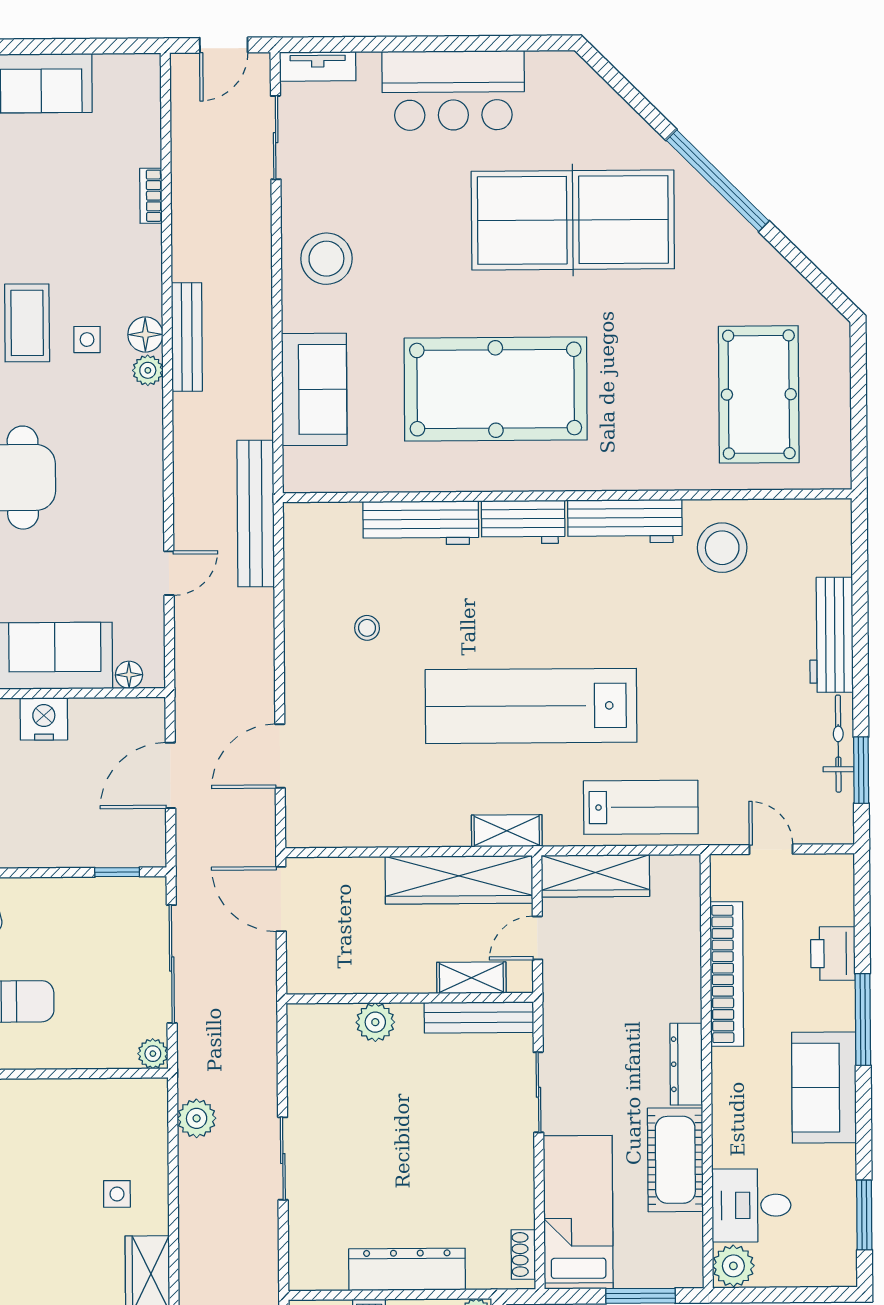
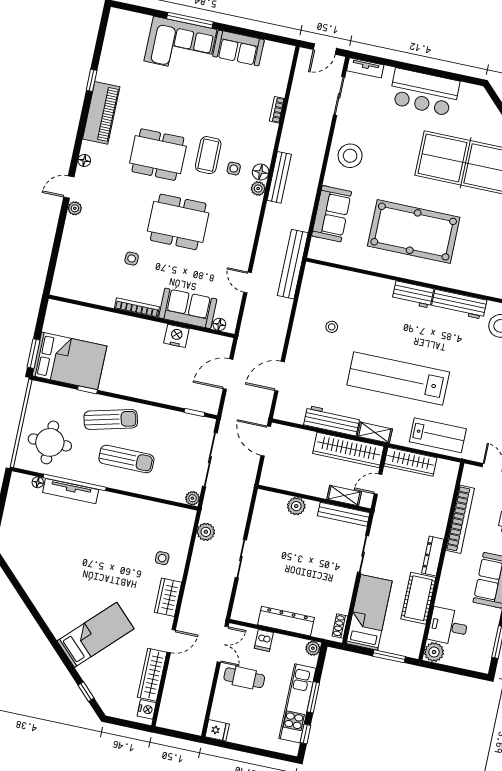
workbench: (421, 523) -> (332, 421), moved, turned 180
door: (169, 573) -> (248, 282), swing flipped

